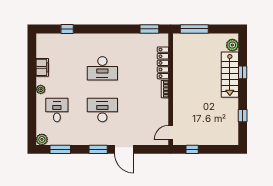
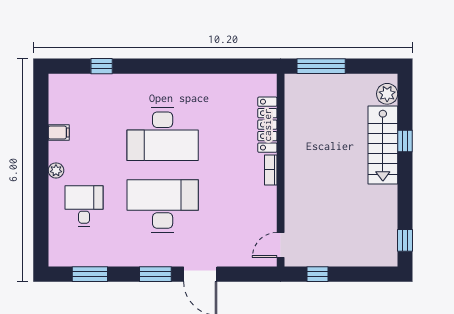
window: (149, 29) -> (244, 66), removed
filing cabinet: (42, 67) -> (59, 132), width x0.50
desk: (102, 68) -> (163, 134), width x1.36, depth x1.30
desk: (102, 110) -> (163, 206), width x1.36, depth x1.30
window: (243, 116) -> (405, 240), moved
plant: (42, 139) -> (58, 257), removed

